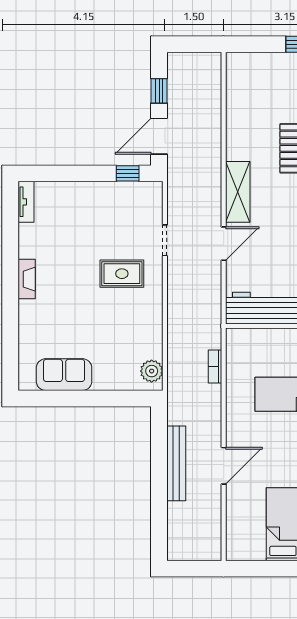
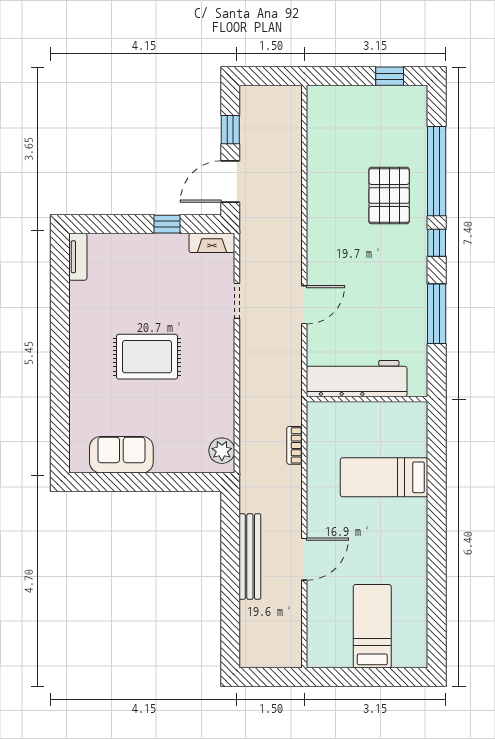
window: (128, 173) -> (167, 224), moved
shelving: (238, 192) -> (320, 245), removed
rug: (122, 274) -> (147, 357), moved, width x1.36, depth x1.43
fireplace: (27, 279) -> (212, 243), moved, turned 90

